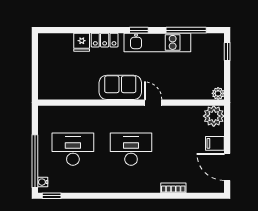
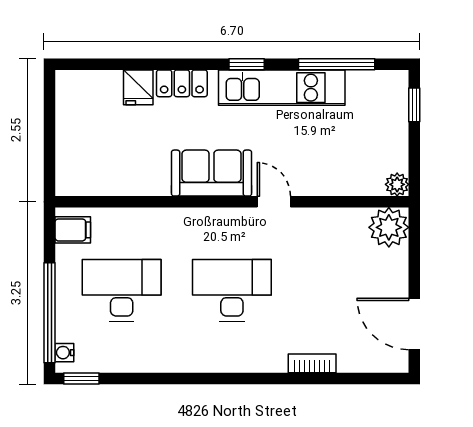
filing cabinet: (215, 143) -> (73, 230), moved, turned 180

